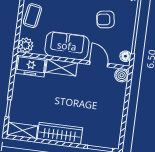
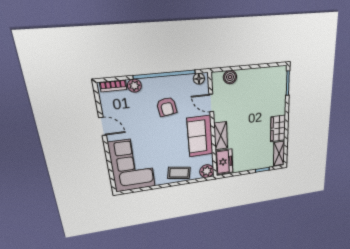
door: (99, 64) -> (211, 103), hinge flipped
boiler: (122, 75) -> (230, 77), moved
wardrobe: (60, 133) -> (278, 129), width x0.67

